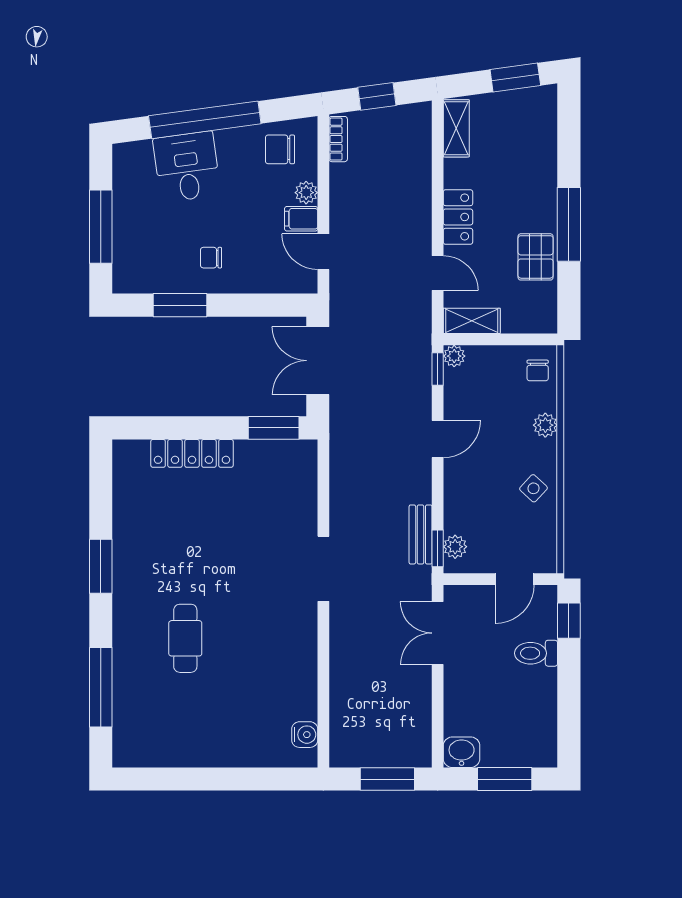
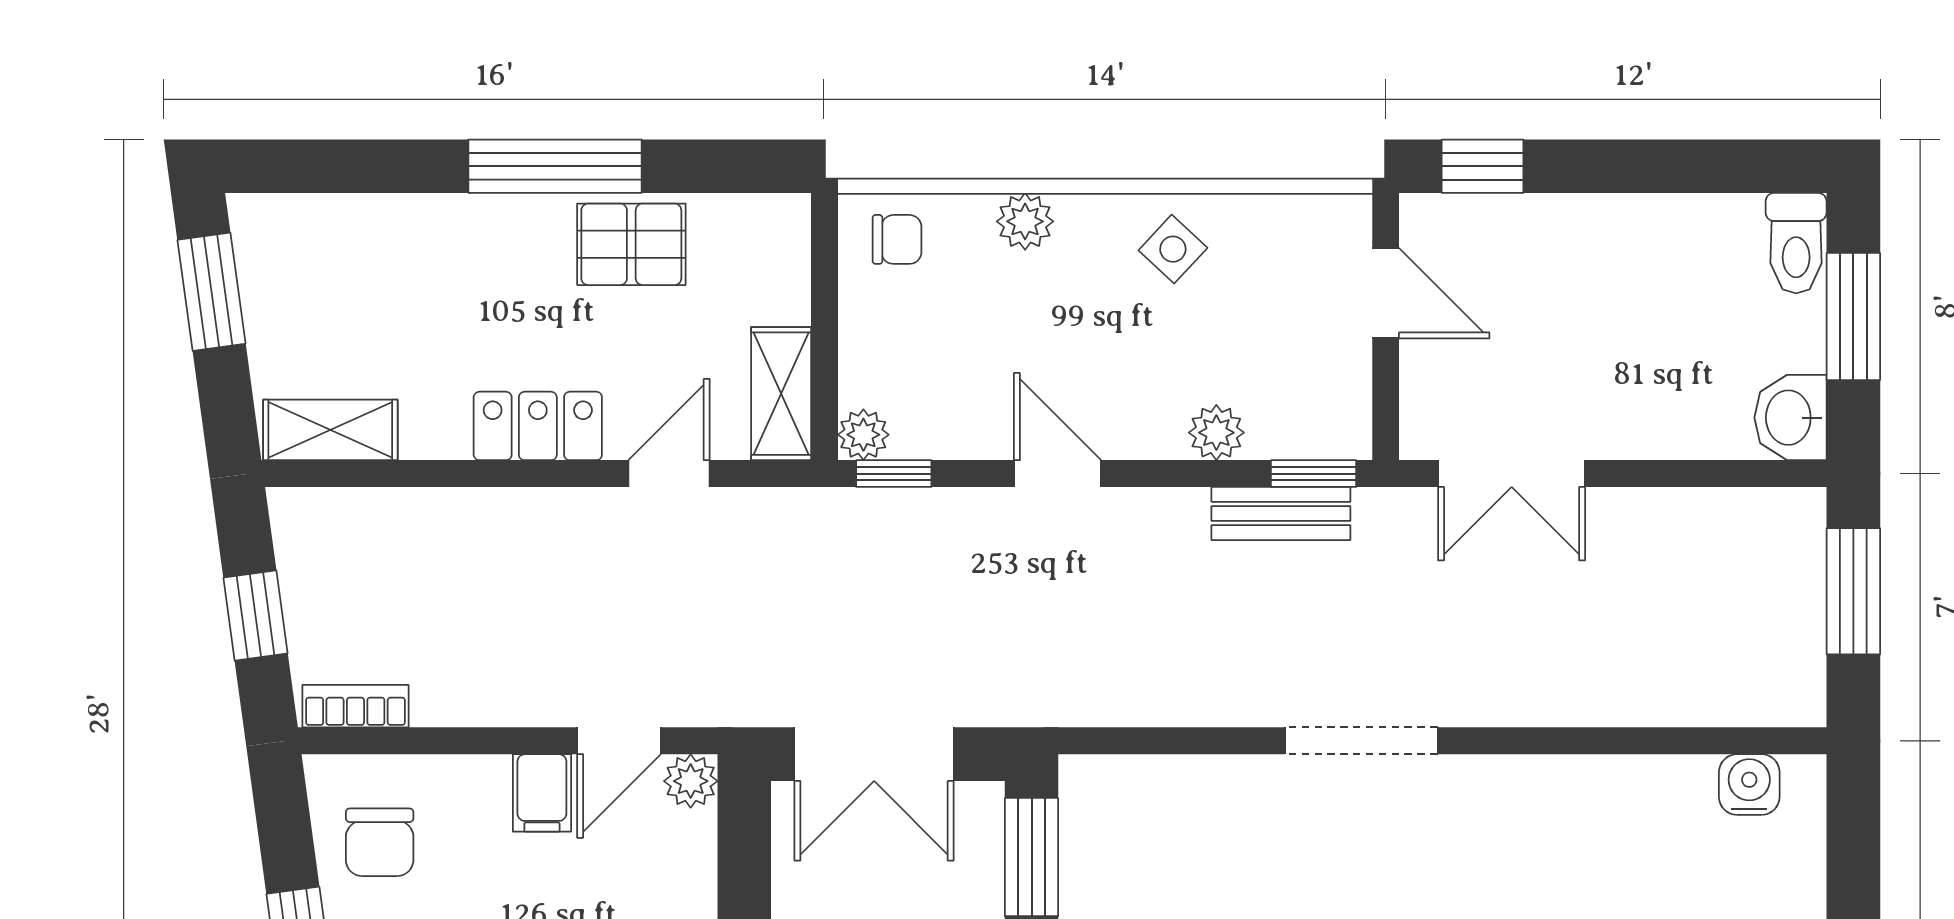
plant: (306, 193) -> (691, 781), moved
plant: (455, 547) -> (1216, 433), moved
toilet: (536, 653) -> (1796, 243), moved

